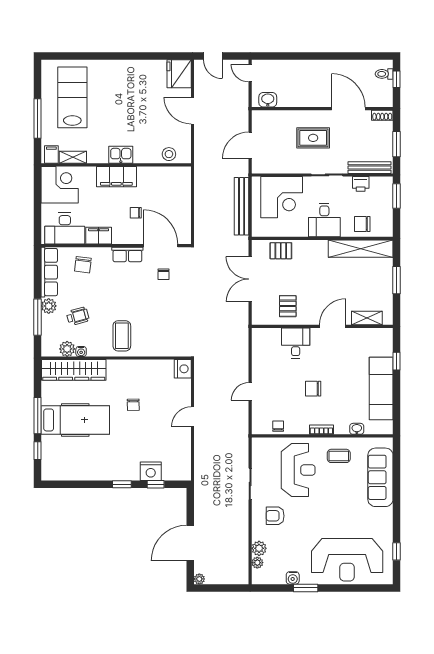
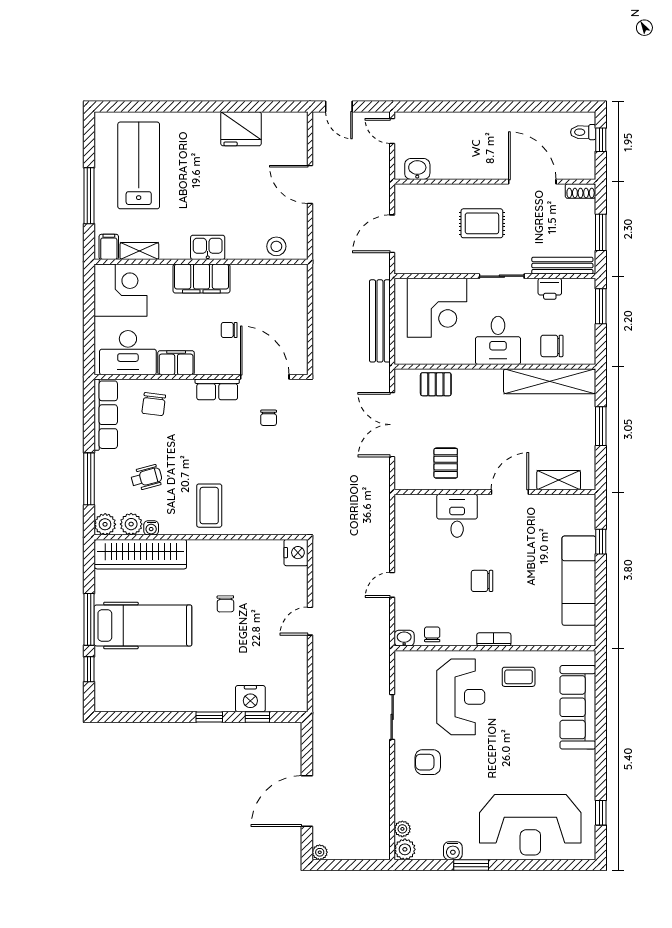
fridge: (179, 74) -> (241, 129), moved, turned -90
plant: (49, 306) -> (105, 524), moved
washbasin: (357, 429) -> (404, 638), moved
plant: (259, 548) -> (405, 849), moved

